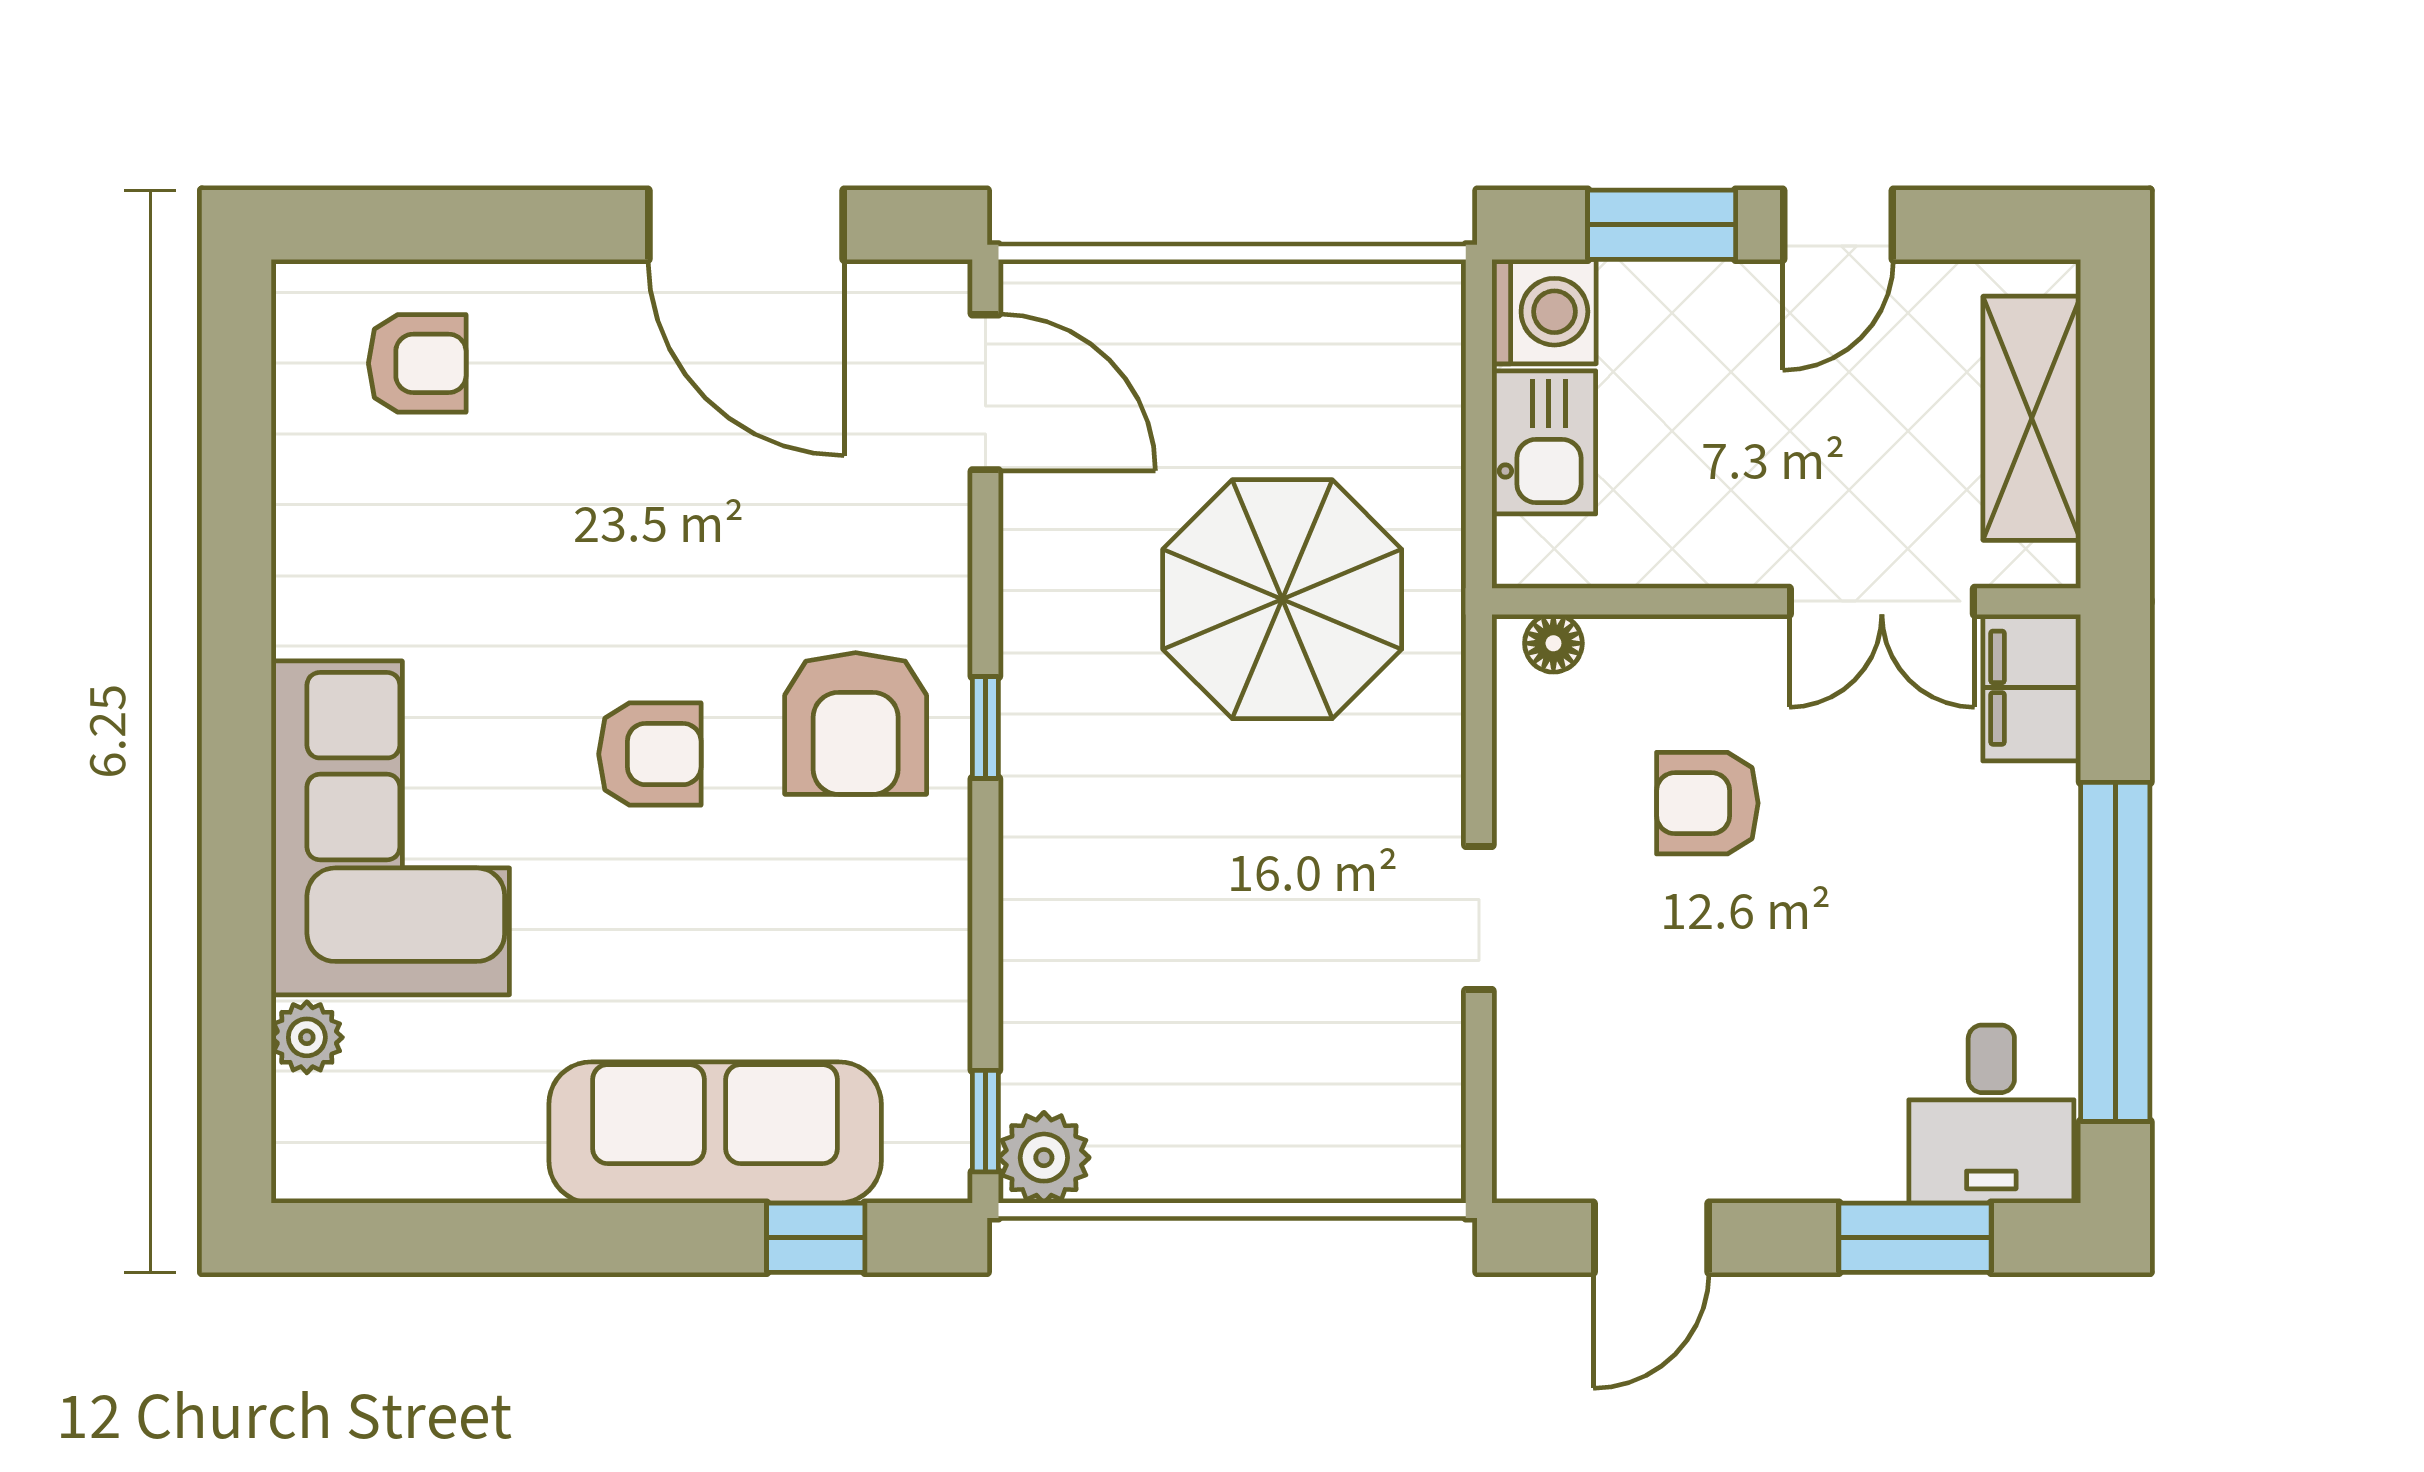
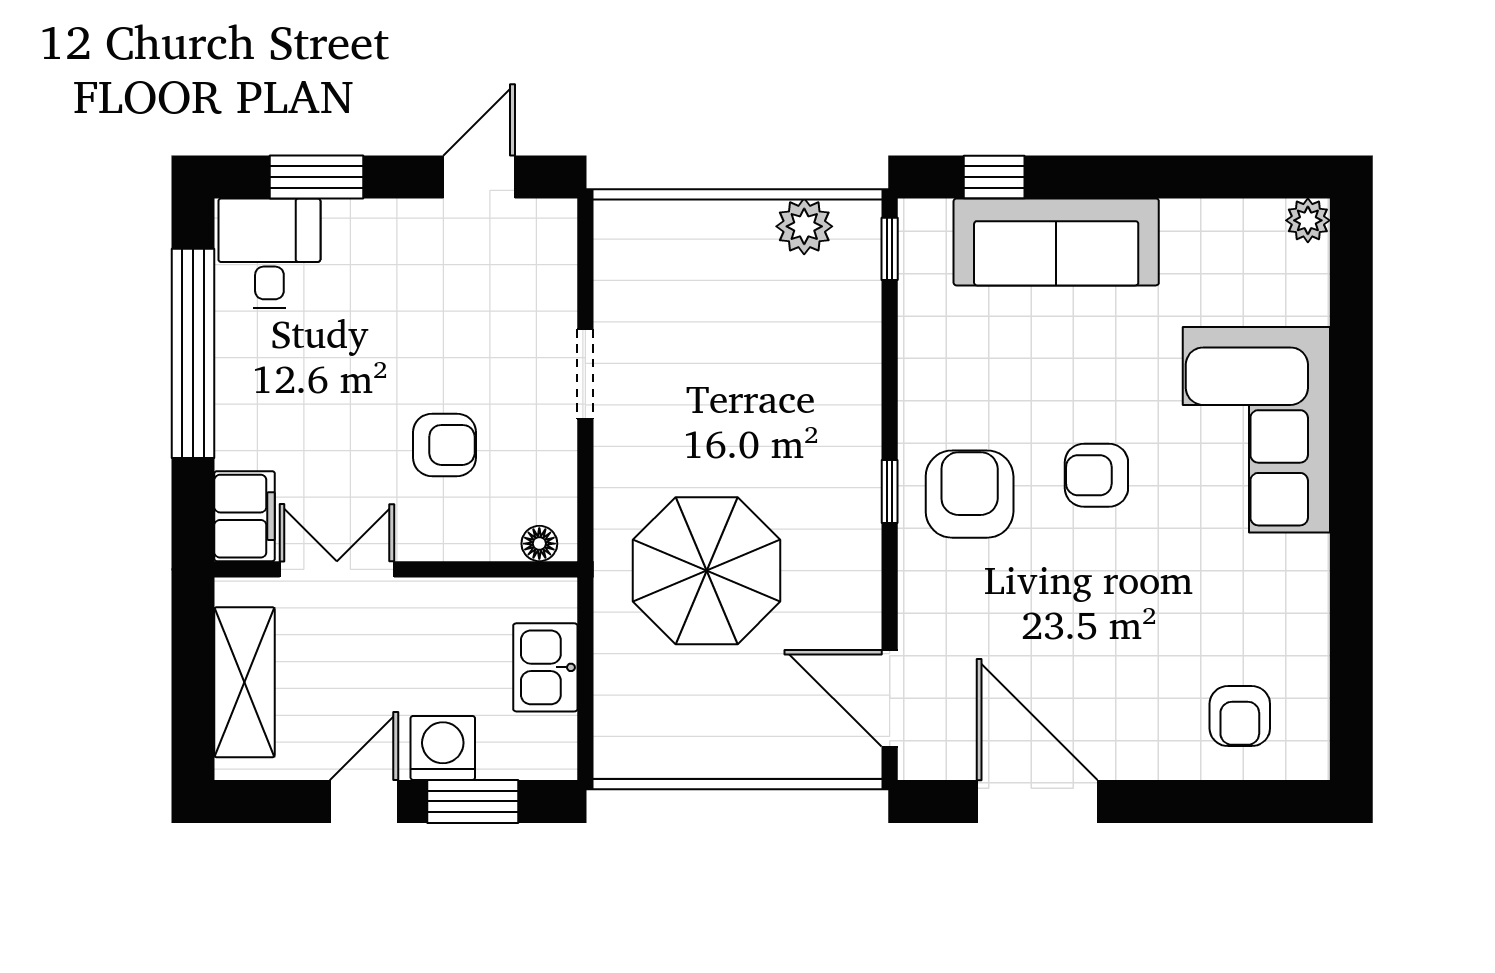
washing machine: (1544, 312) -> (443, 748), moved, turned 90
armchair: (417, 363) -> (1240, 716), turned -90
plant: (307, 1037) -> (1308, 220), moved
plant: (1044, 1158) -> (804, 226), moved

